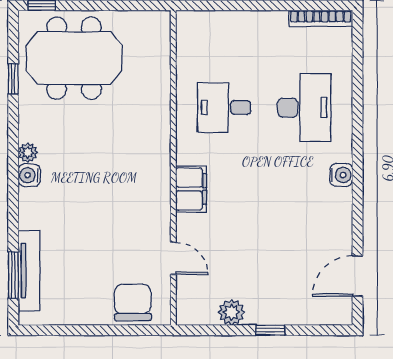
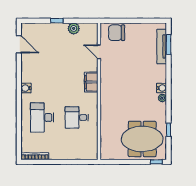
desk: (224, 108) -> (77, 117), turned 180
door: (358, 276) -> (19, 44), hinge flipped
chair: (133, 302) -> (117, 33), turned 91

